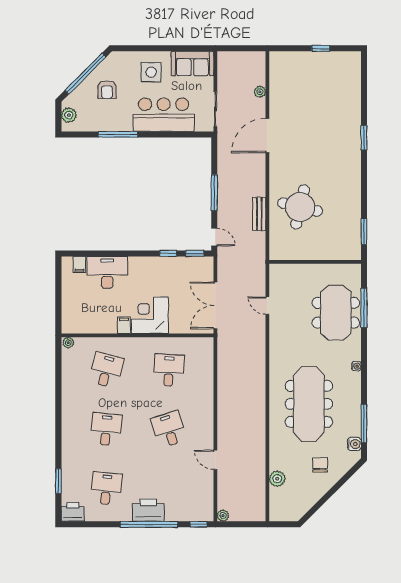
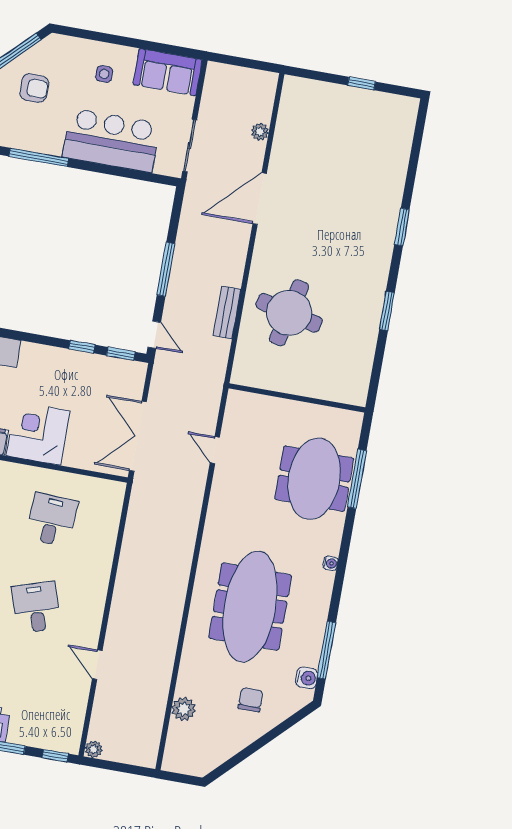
side table: (151, 72) -> (104, 74), width x0.54, depth x0.54
armchair: (107, 90) -> (34, 88), turned -90
window: (364, 232) -> (387, 311), moved

